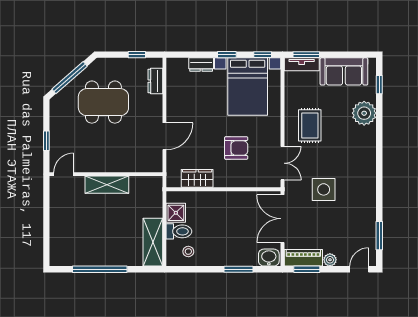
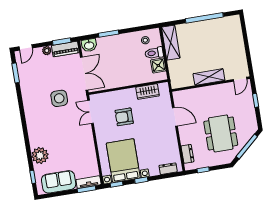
dresser: (201, 65) -> (168, 169), moved
dining table: (103, 102) -> (221, 133), turned 90
rug: (310, 125) -> (76, 141), removed
door: (164, 136) -> (175, 117), swing flipped

